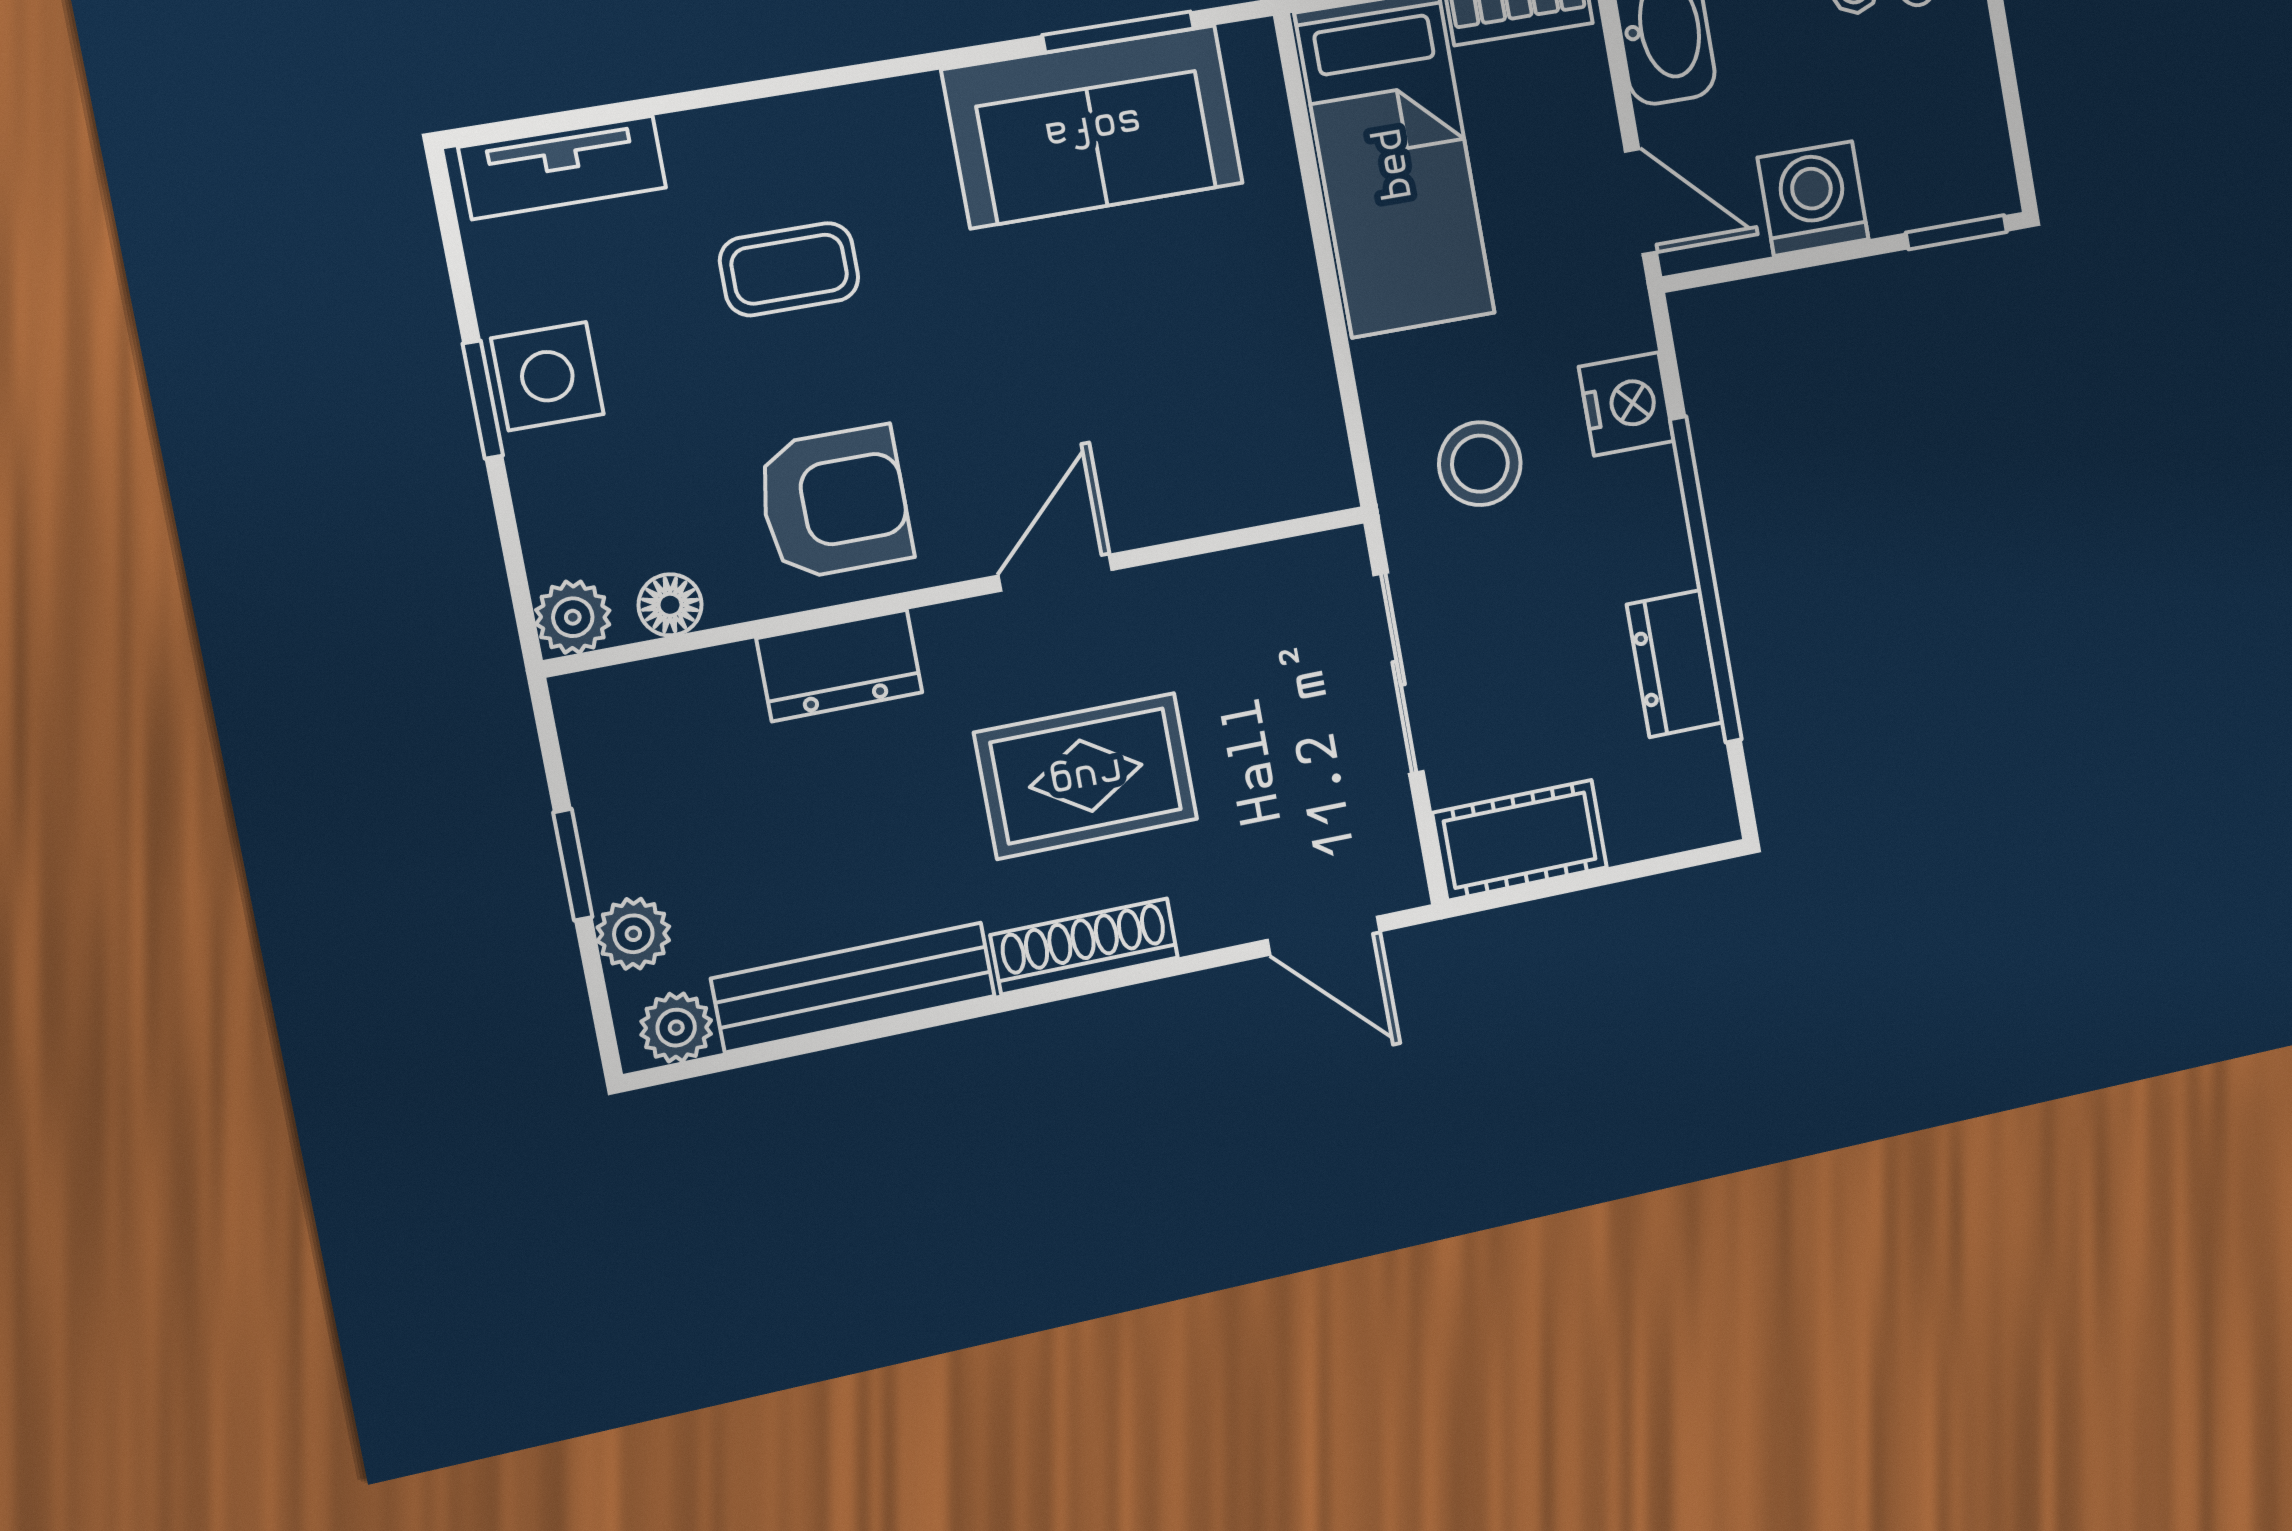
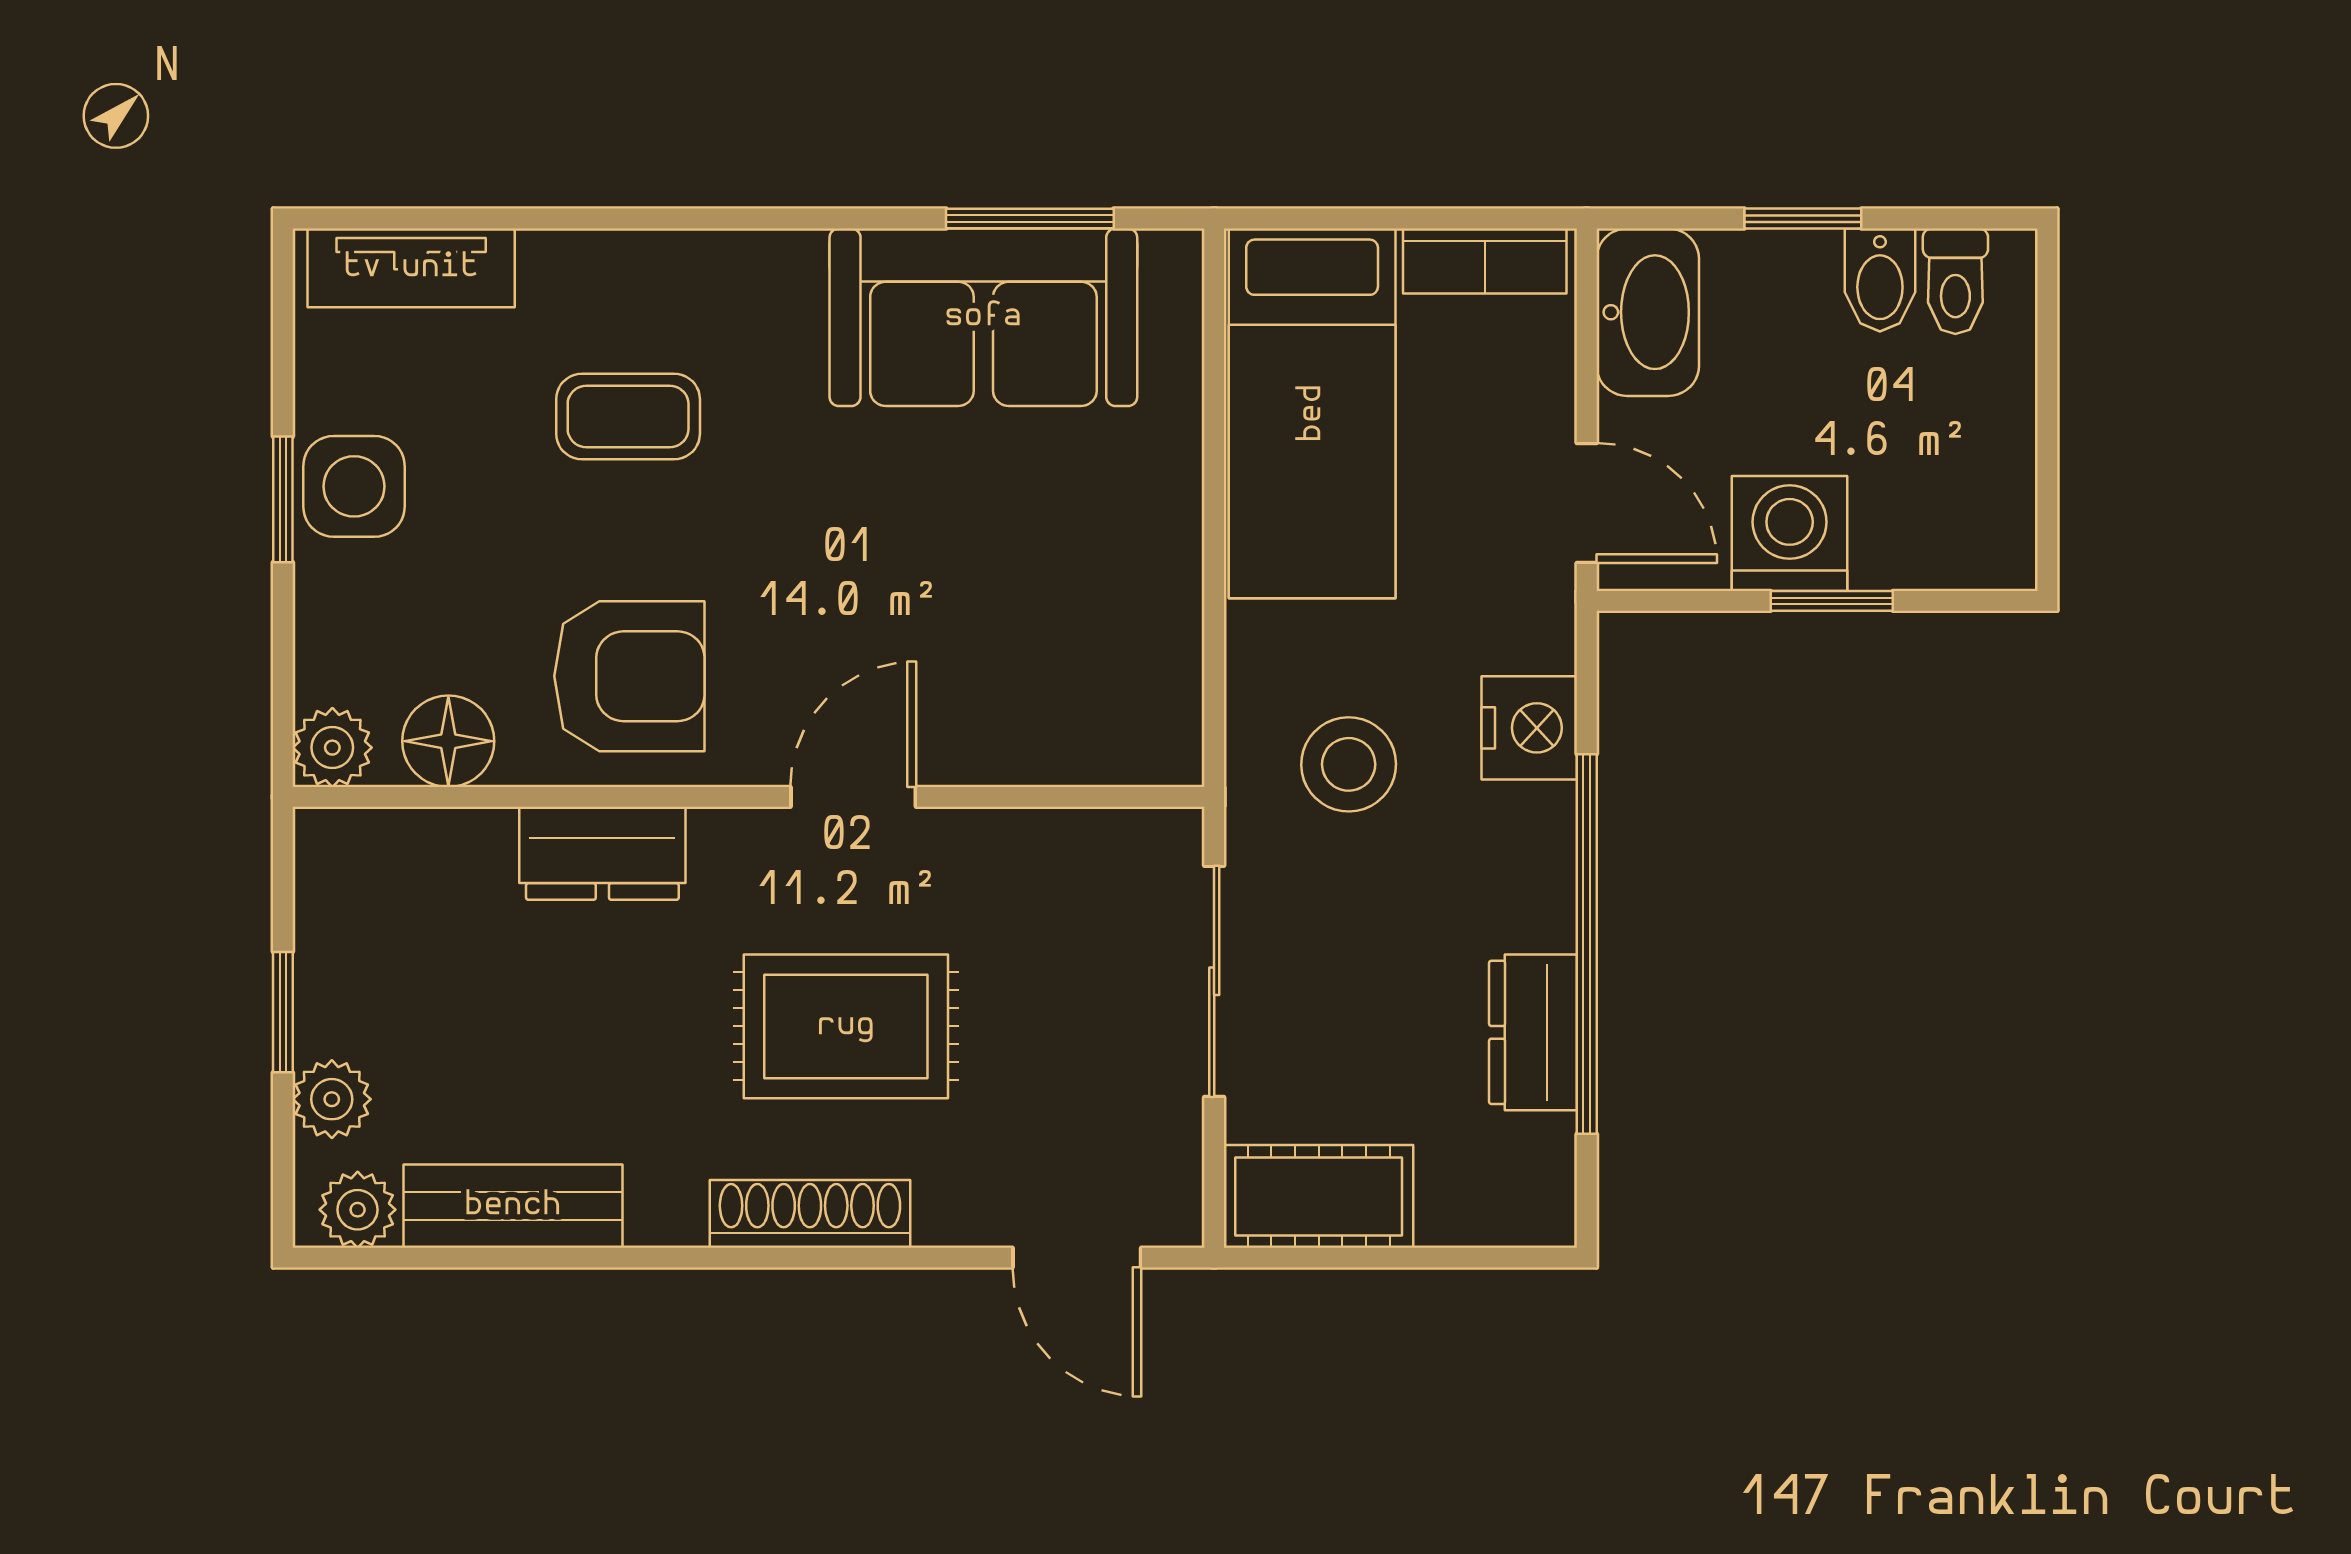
window: (1956, 232) -> (1832, 601), moved
floor lamp: (670, 605) -> (448, 741), width x1.37, depth x1.37
bench: (854, 987) -> (513, 1206), width x0.73

